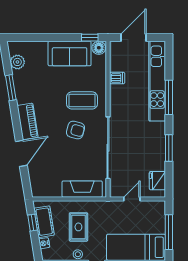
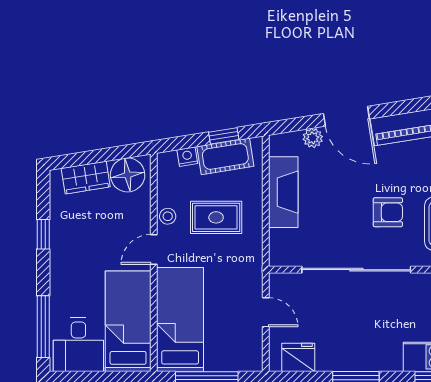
armchair: (76, 130) -> (388, 212), turned -105
plant: (34, 172) -> (313, 138), added
fireplace: (82, 189) -> (283, 192), moved

